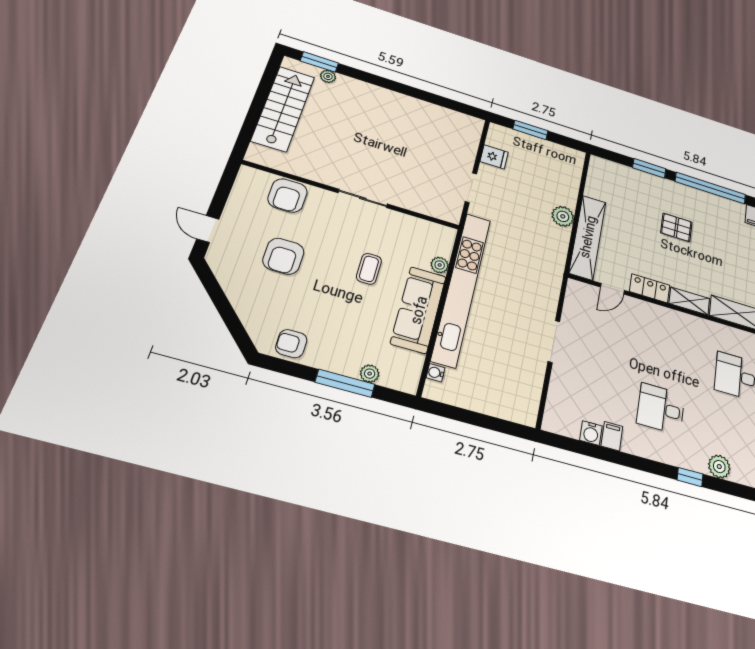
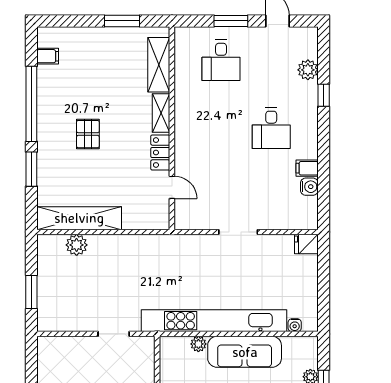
fridge: (494, 157) -> (306, 244), moved, turned -90
plant: (563, 216) -> (77, 245), moved
shelving: (588, 237) -> (79, 218), moved

